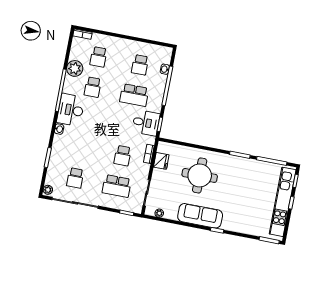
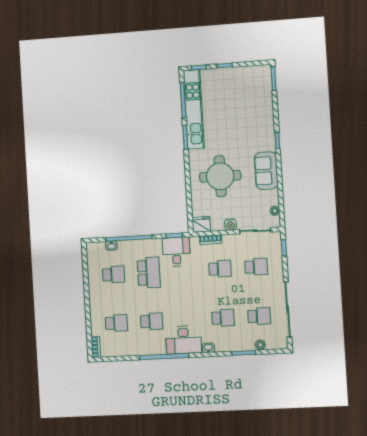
plant: (75, 68) -> (136, 347), removed
school desk: (81, 148) -> (223, 318), added
fridge: (161, 161) -> (201, 224), moved
water cooler: (157, 174) -> (230, 225), added
school desk: (117, 186) -> (256, 267), width x0.54
plant: (48, 190) -> (260, 345), moved
kitchen unit: (283, 202) -> (194, 109), moved, turned -90
sofa: (200, 216) -> (266, 171), width x0.73

